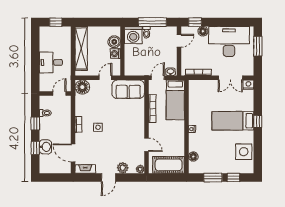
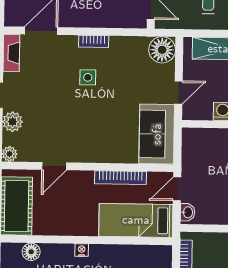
door: (105, 78) -> (179, 92), hinge flipped
door: (158, 78) -> (177, 189), swing flipped

